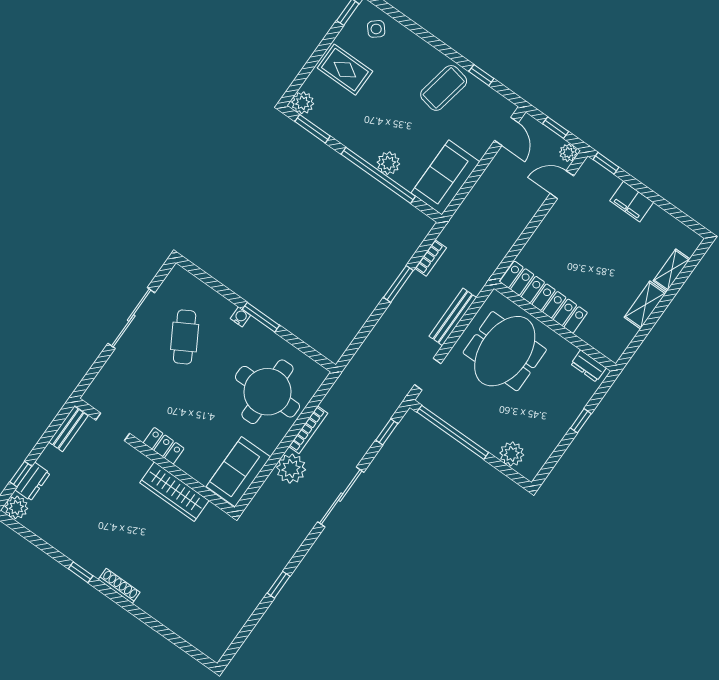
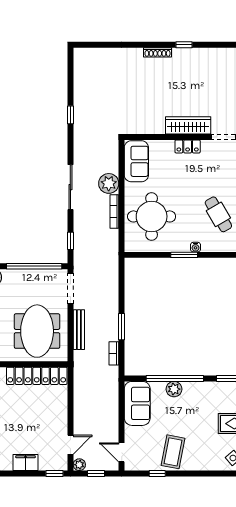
doorway: (428, 374) -> (70, 288), width x1.38
wardrobe: (174, 492) -> (188, 125), moved

